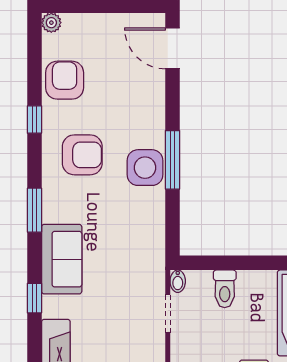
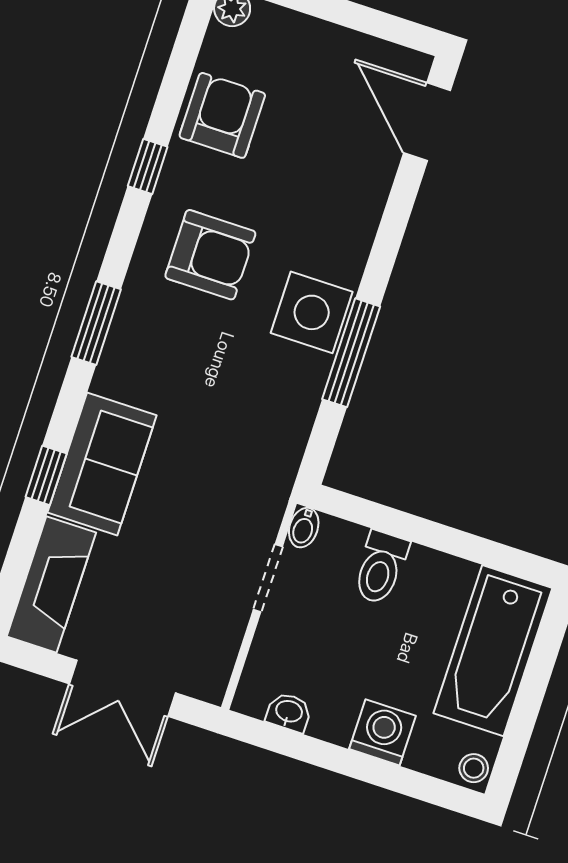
window: (172, 160) -> (351, 353), moved
sofa: (62, 259) -> (102, 464), moved

